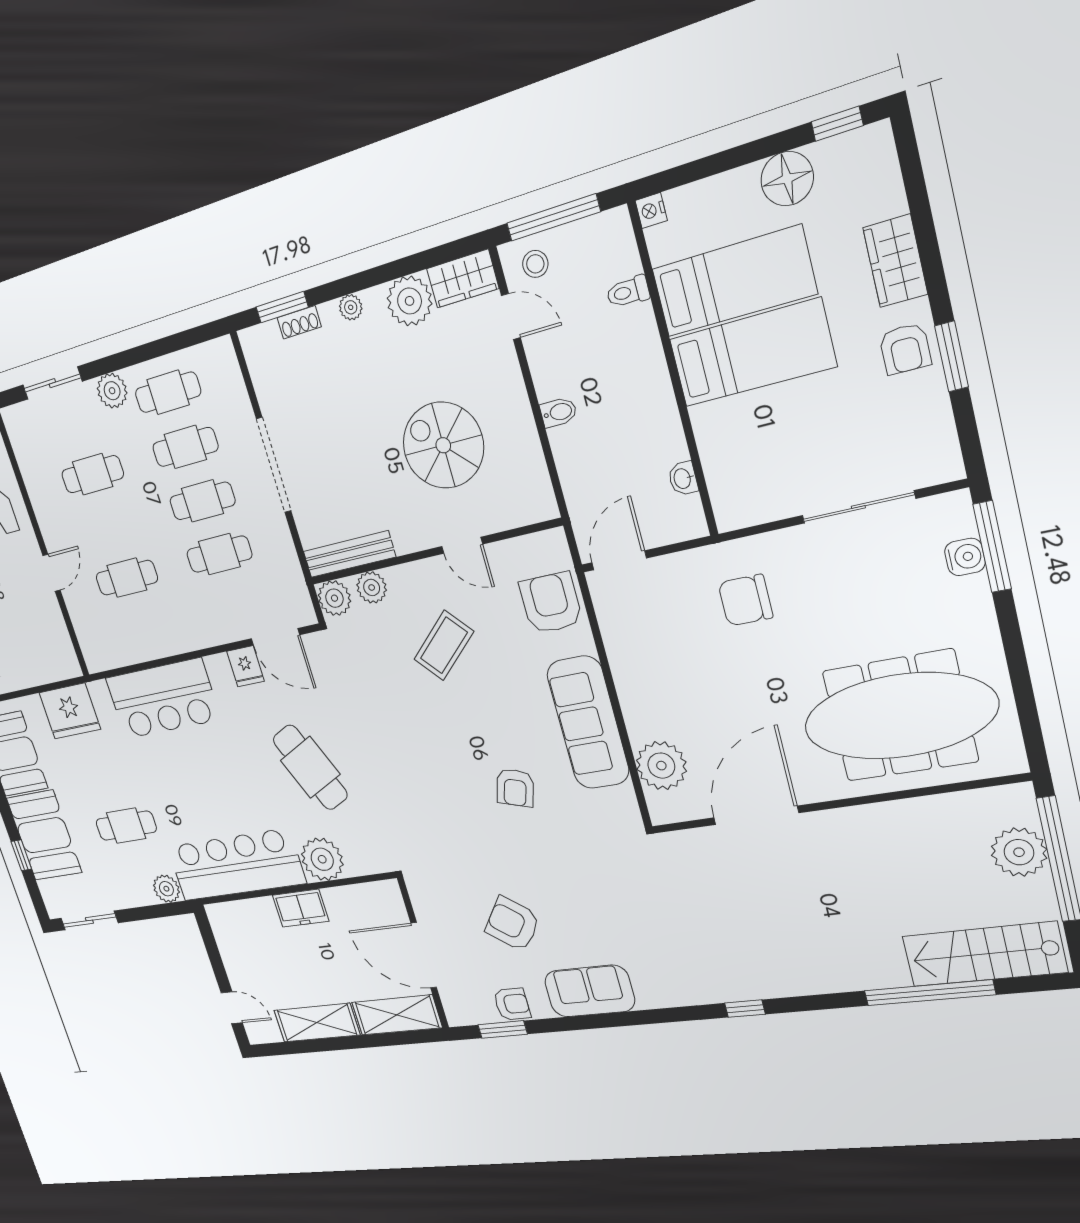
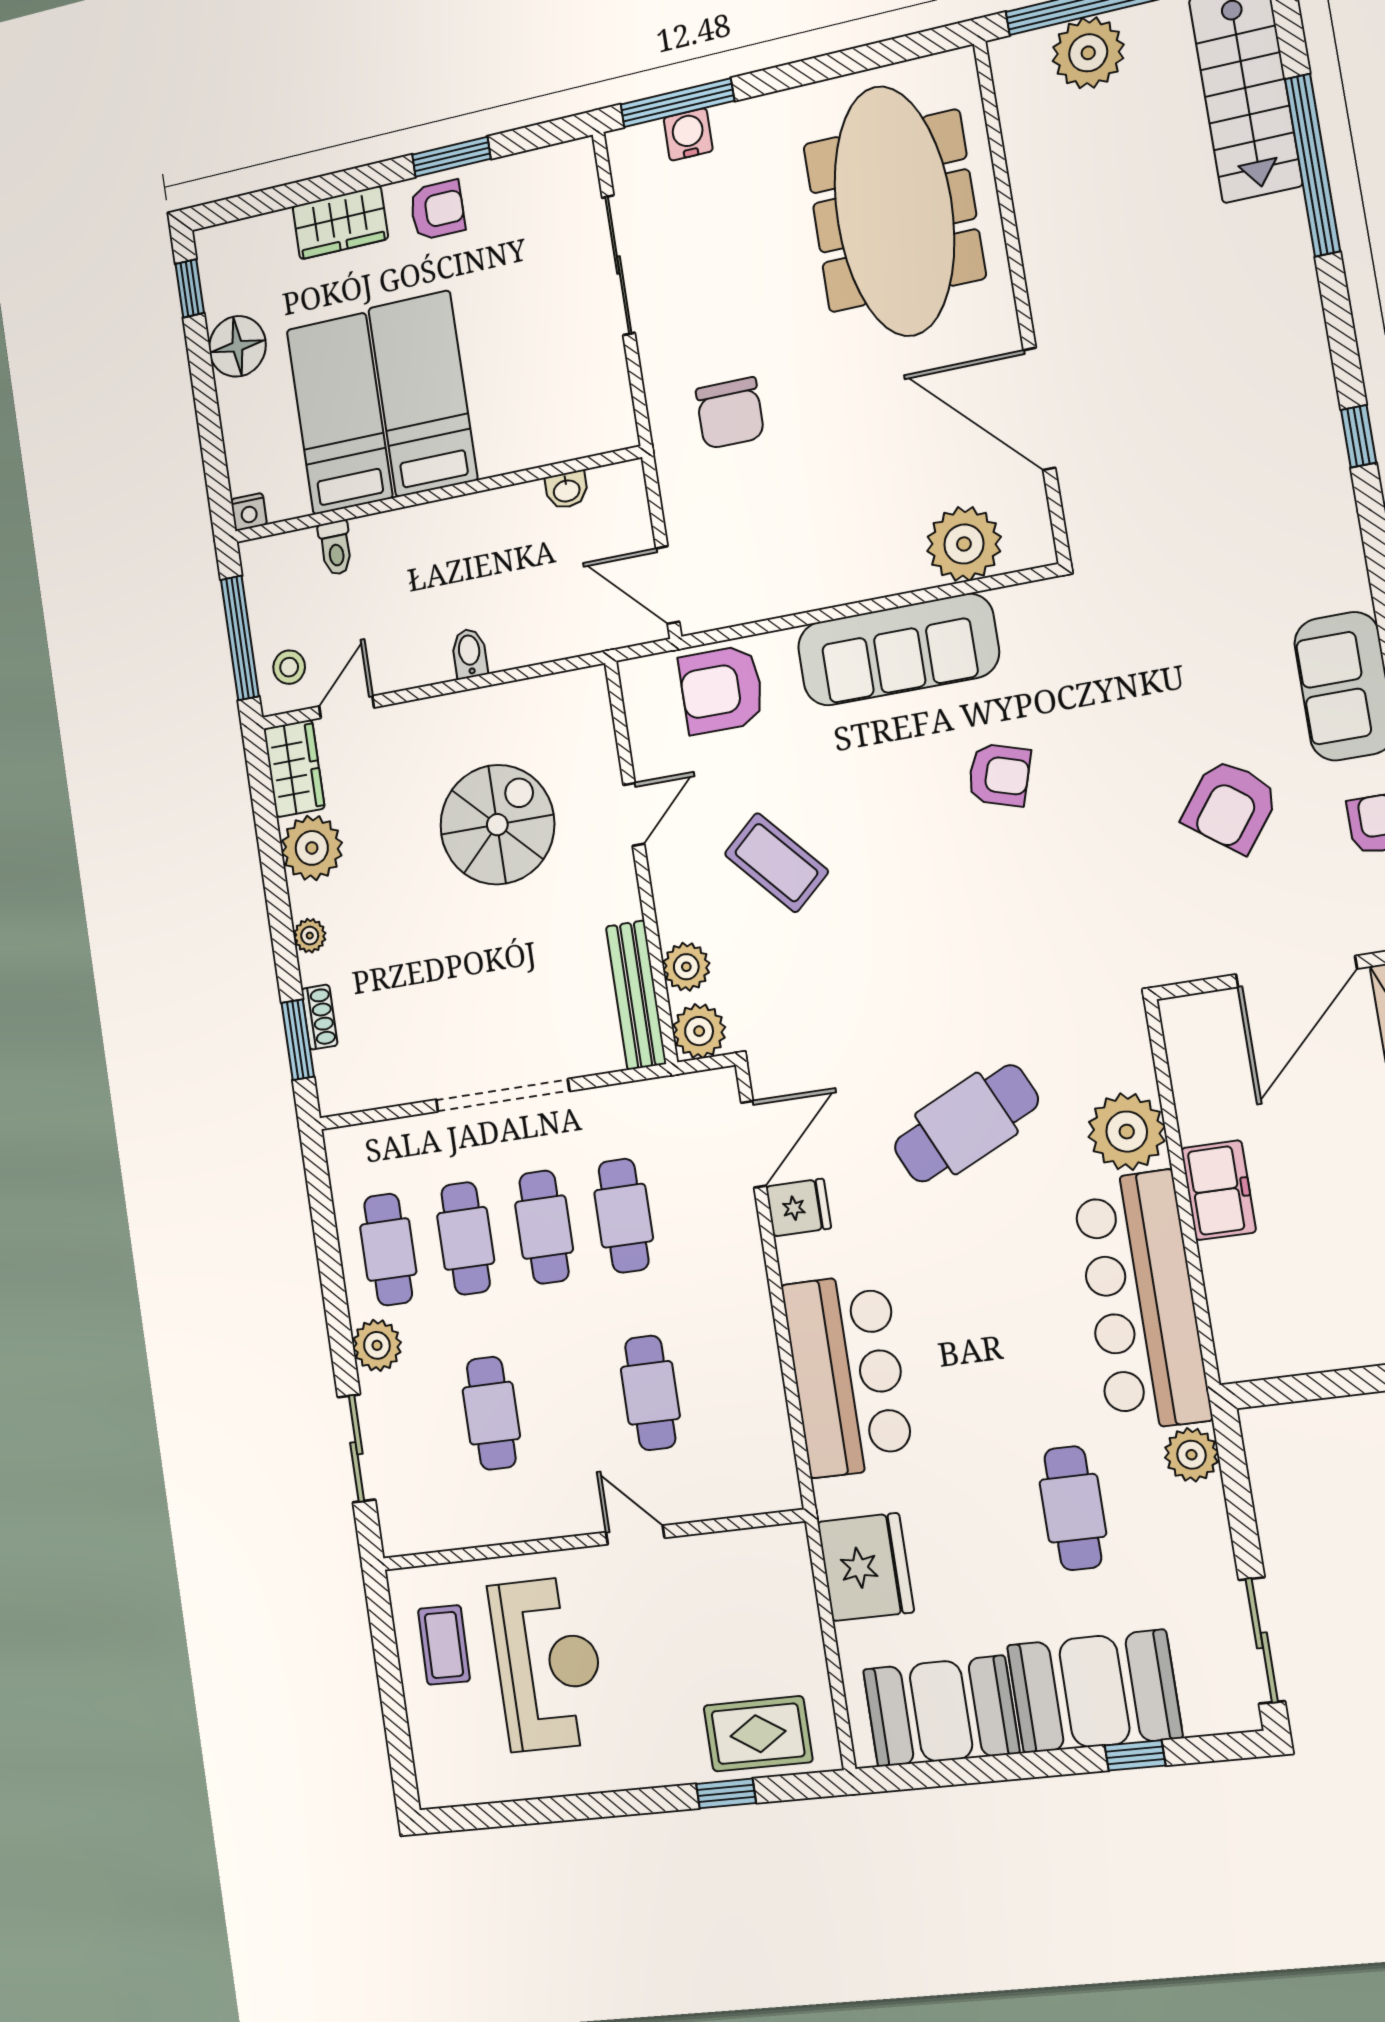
spiral stairs: (443, 445) -> (497, 825), turned 180

